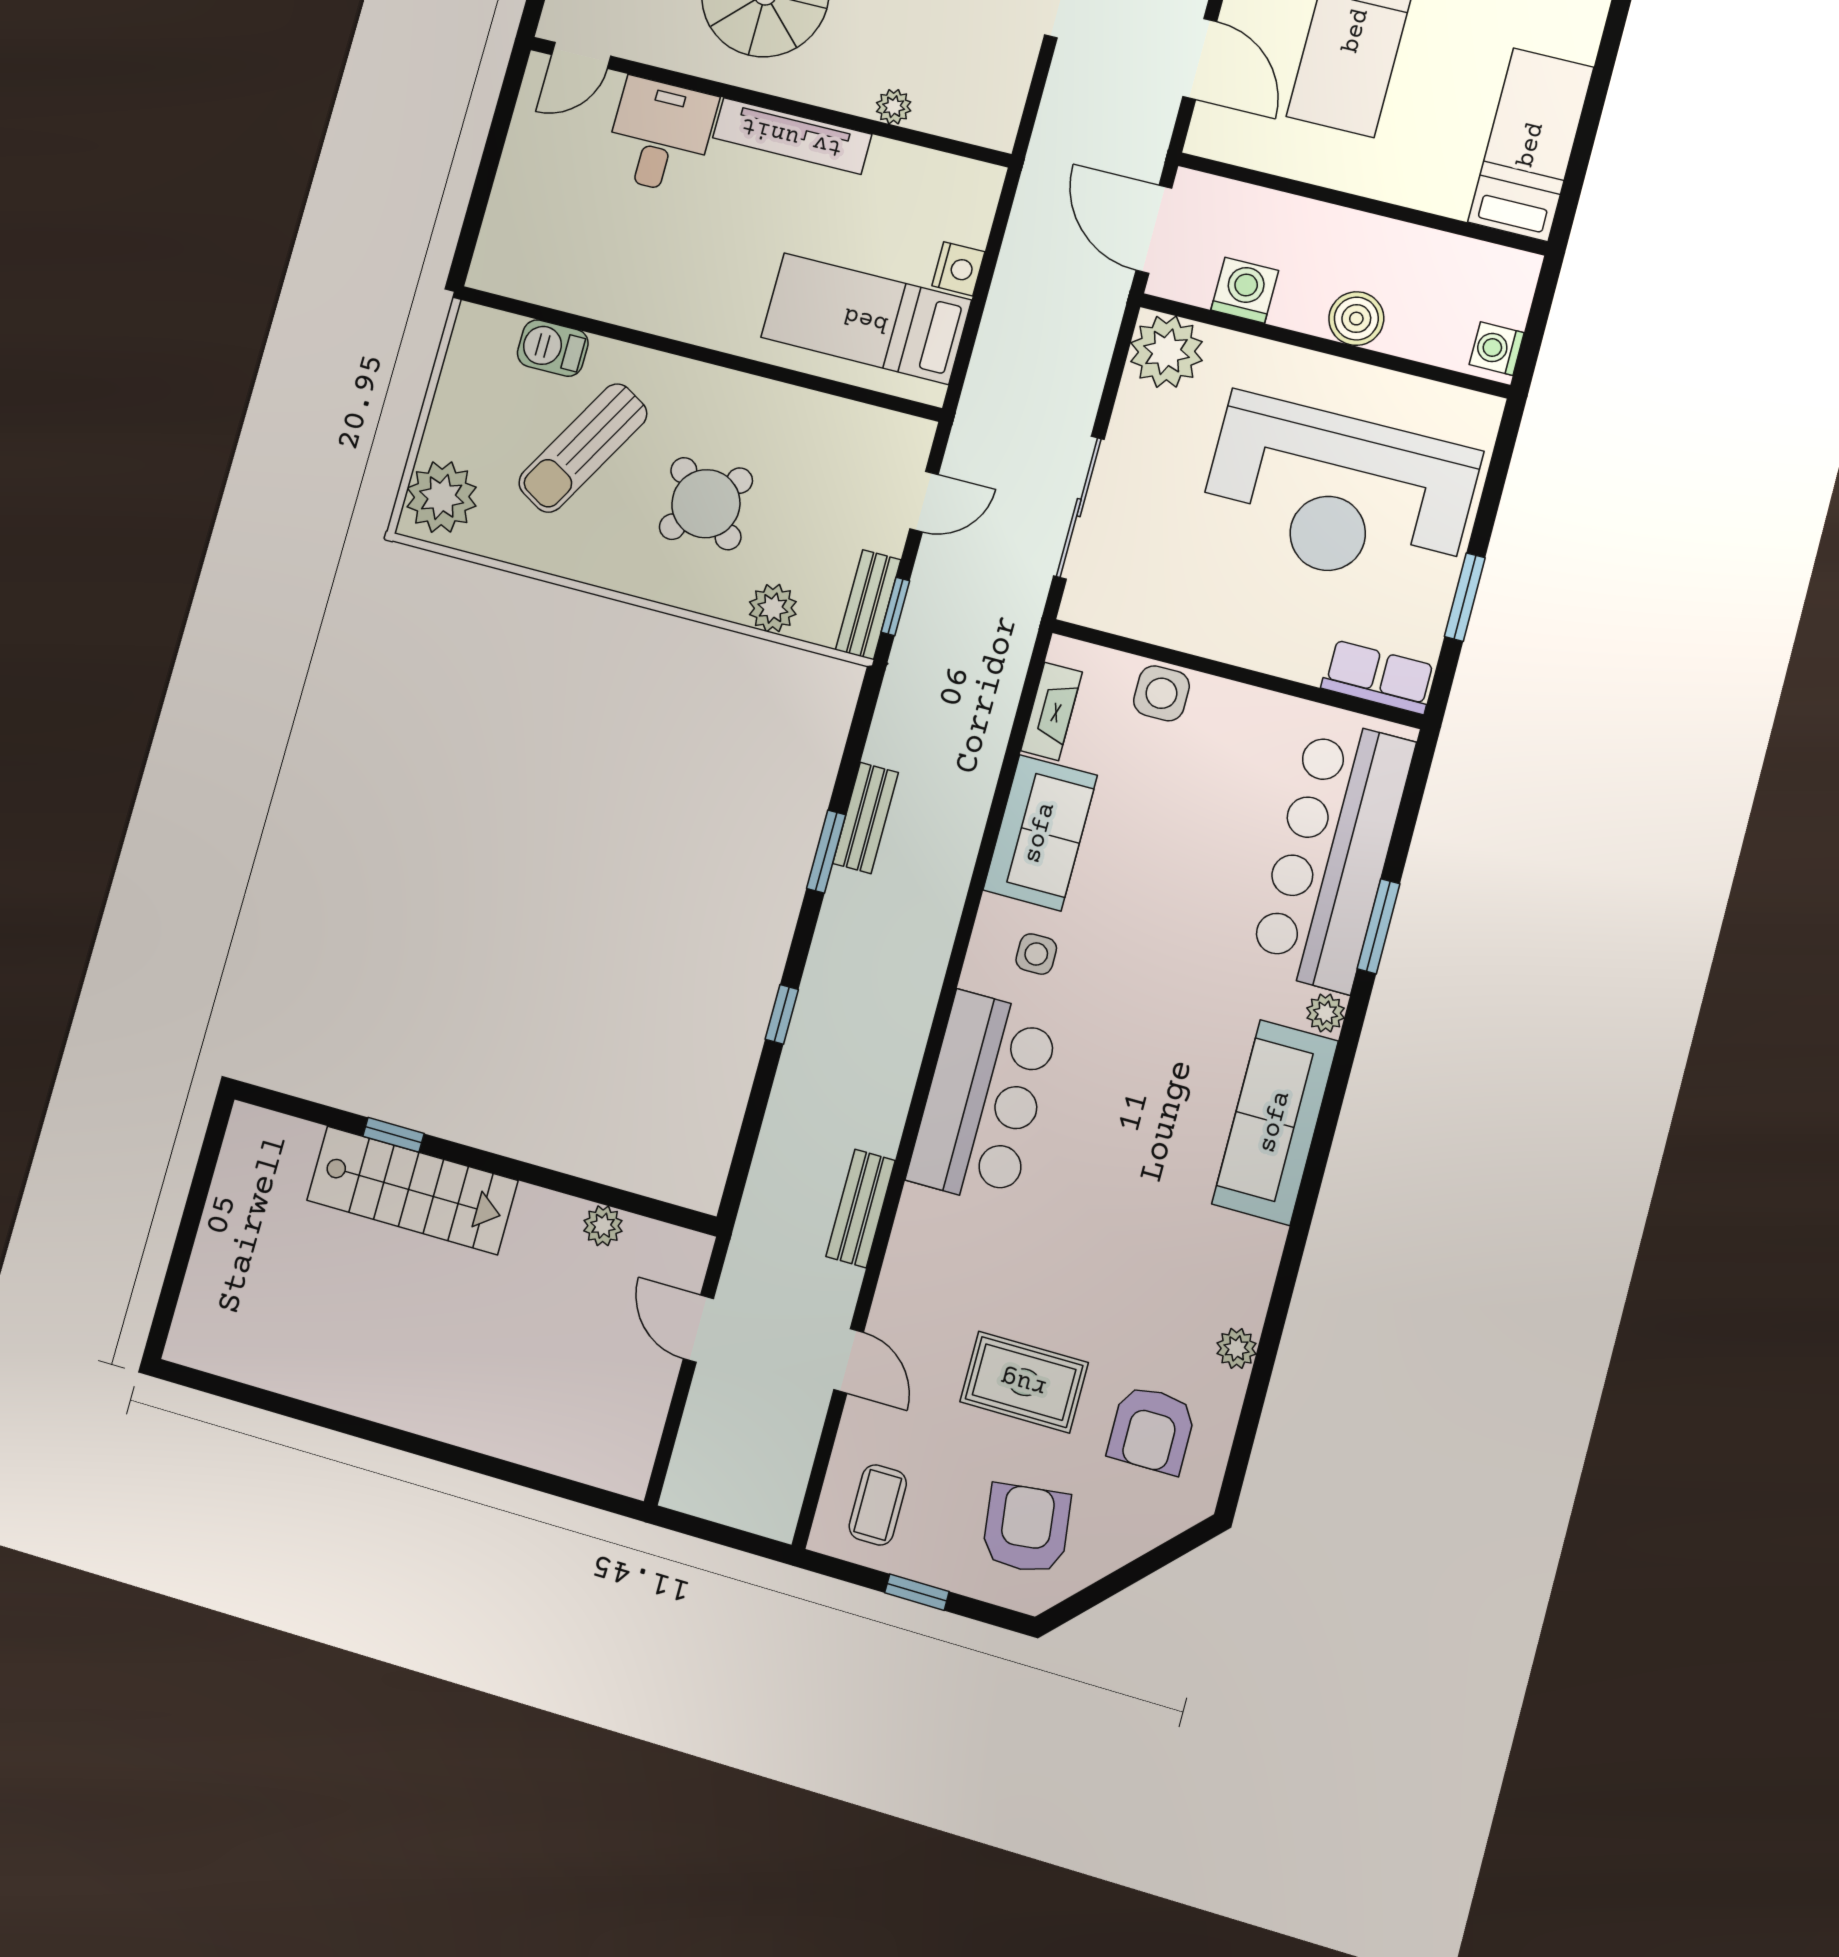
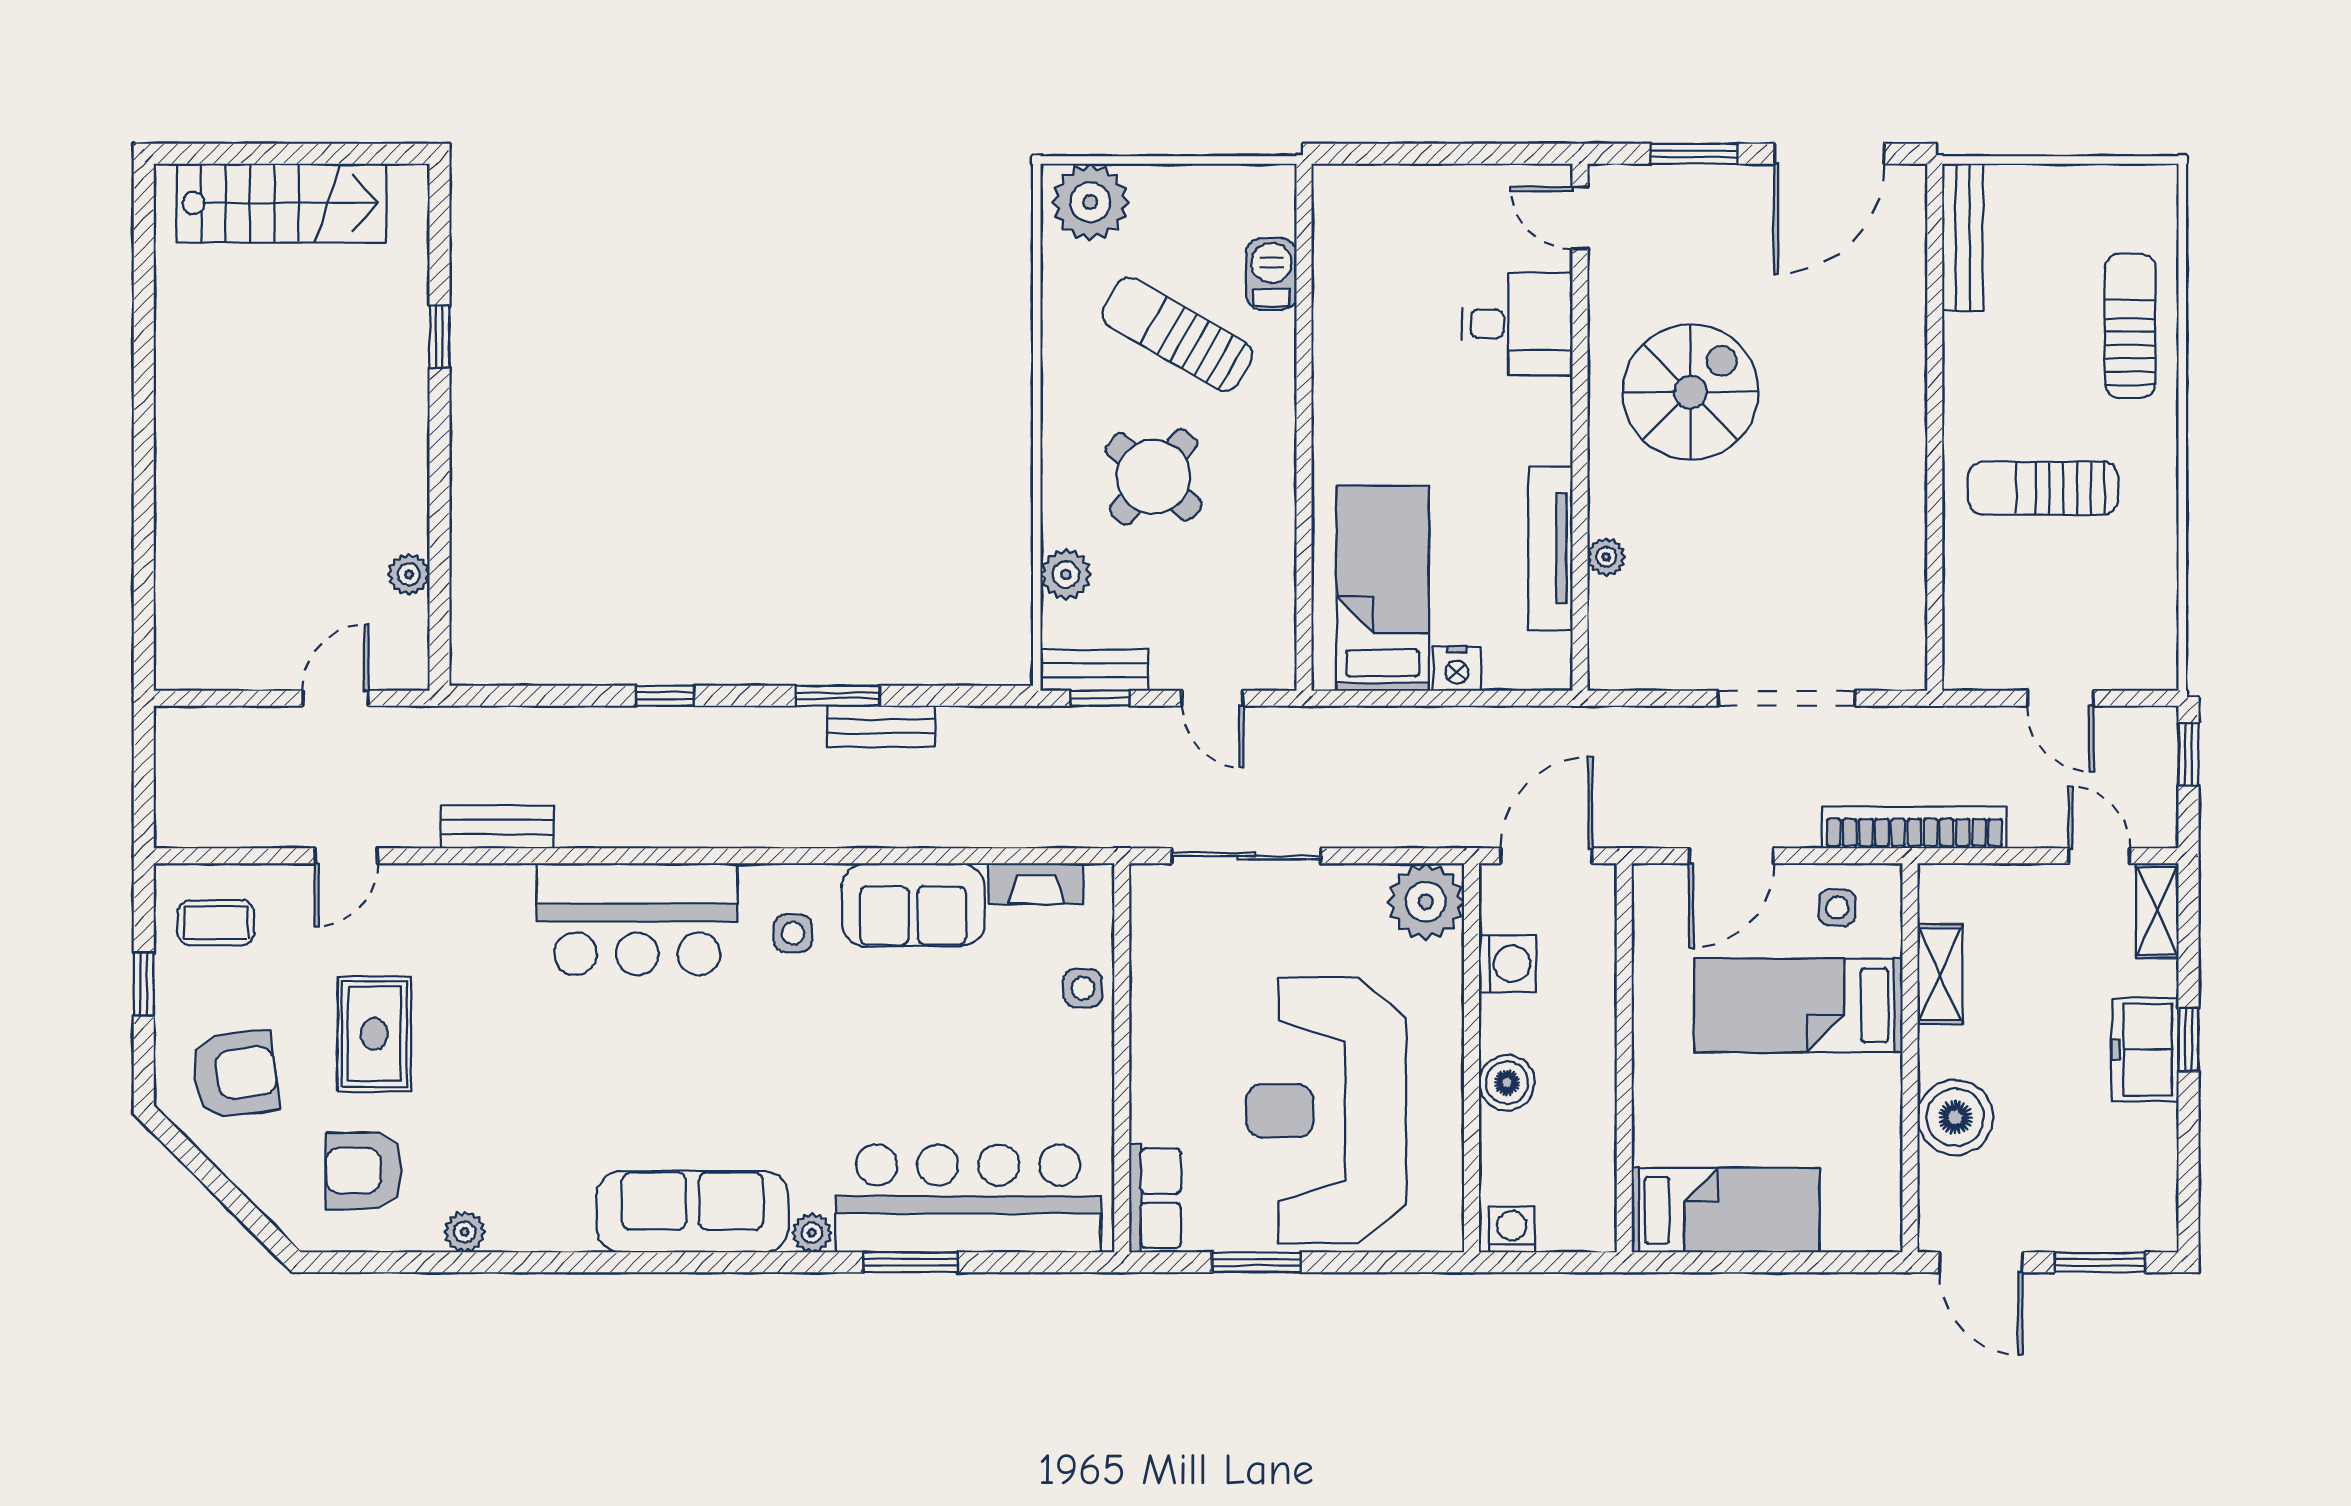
tv unit: (792, 136) -> (1550, 548), moved
side table: (1161, 693) -> (1083, 988), width x0.73, depth x0.73
stairs: (412, 1190) -> (281, 203), moved, turned -90

